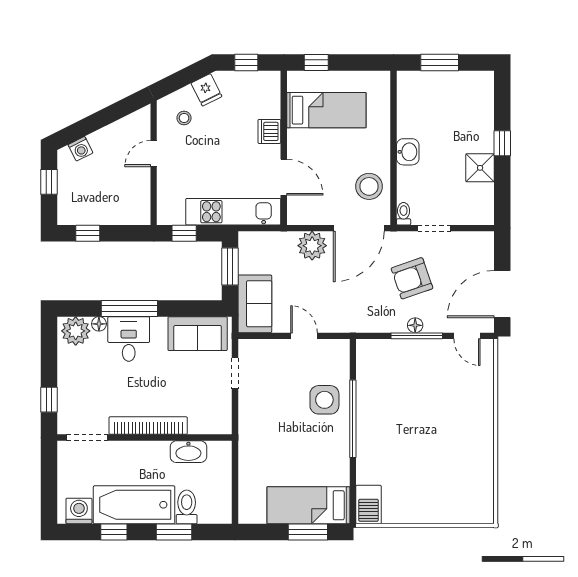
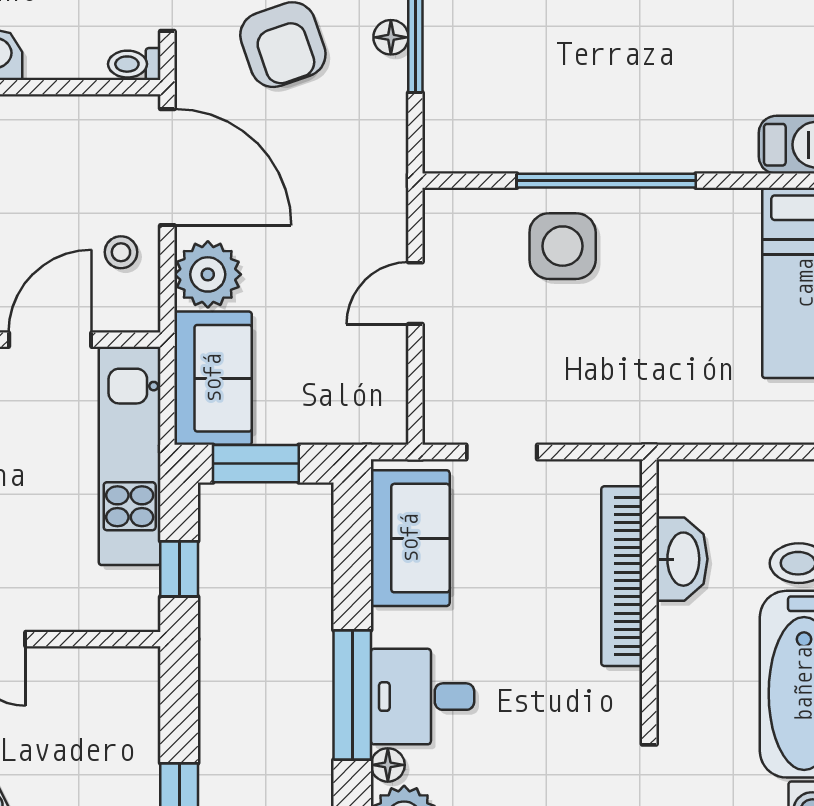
stool: (369, 186) -> (121, 252), moved, width x0.53, depth x0.53
sofa: (255, 304) -> (213, 378), moved, turned 90
bookcase: (148, 426) -> (622, 576), moved

